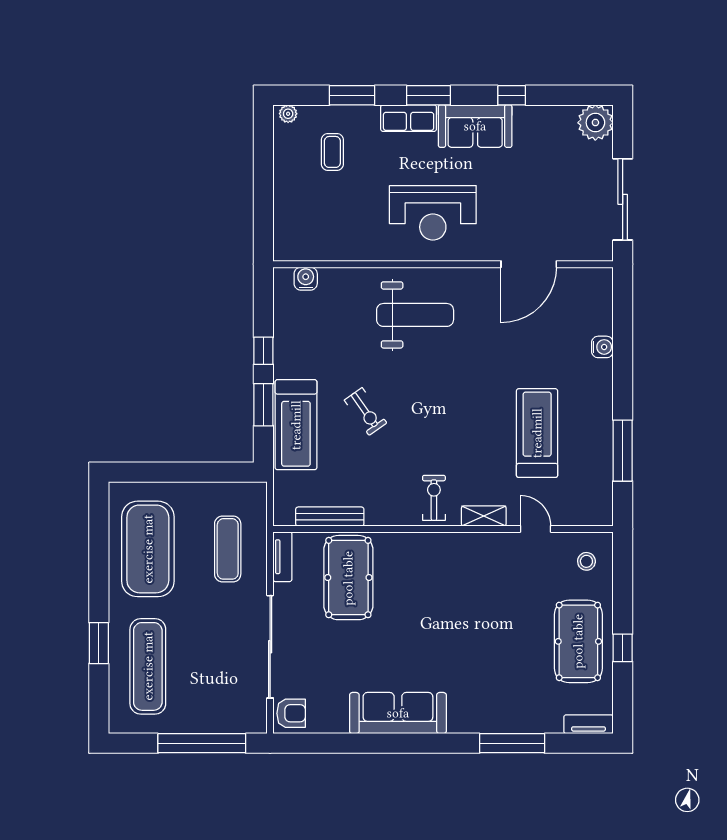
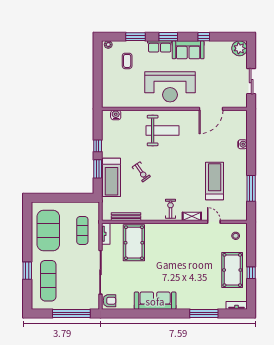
sliding door: (623, 199) -> (251, 81), width x0.73
reception desk: (433, 213) -> (170, 87), width x1.36, depth x1.30

